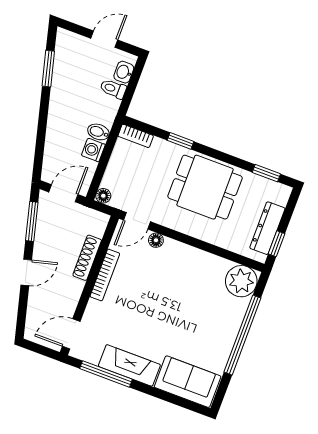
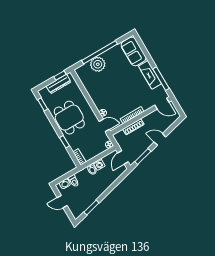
door: (63, 193) -> (123, 157), hinge flipped
plant: (241, 281) -> (98, 64), moved

